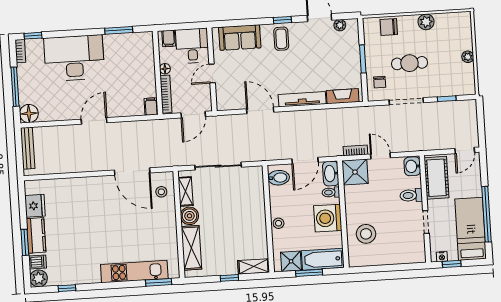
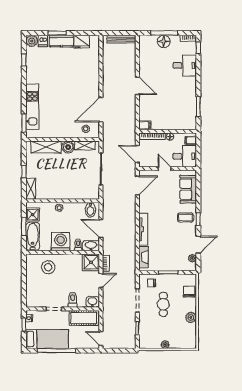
desk: (74, 58) -> (185, 65), width x0.53, depth x0.77
door: (260, 110) -> (137, 185), moved
floor lamp: (29, 114) -> (164, 41), moved

